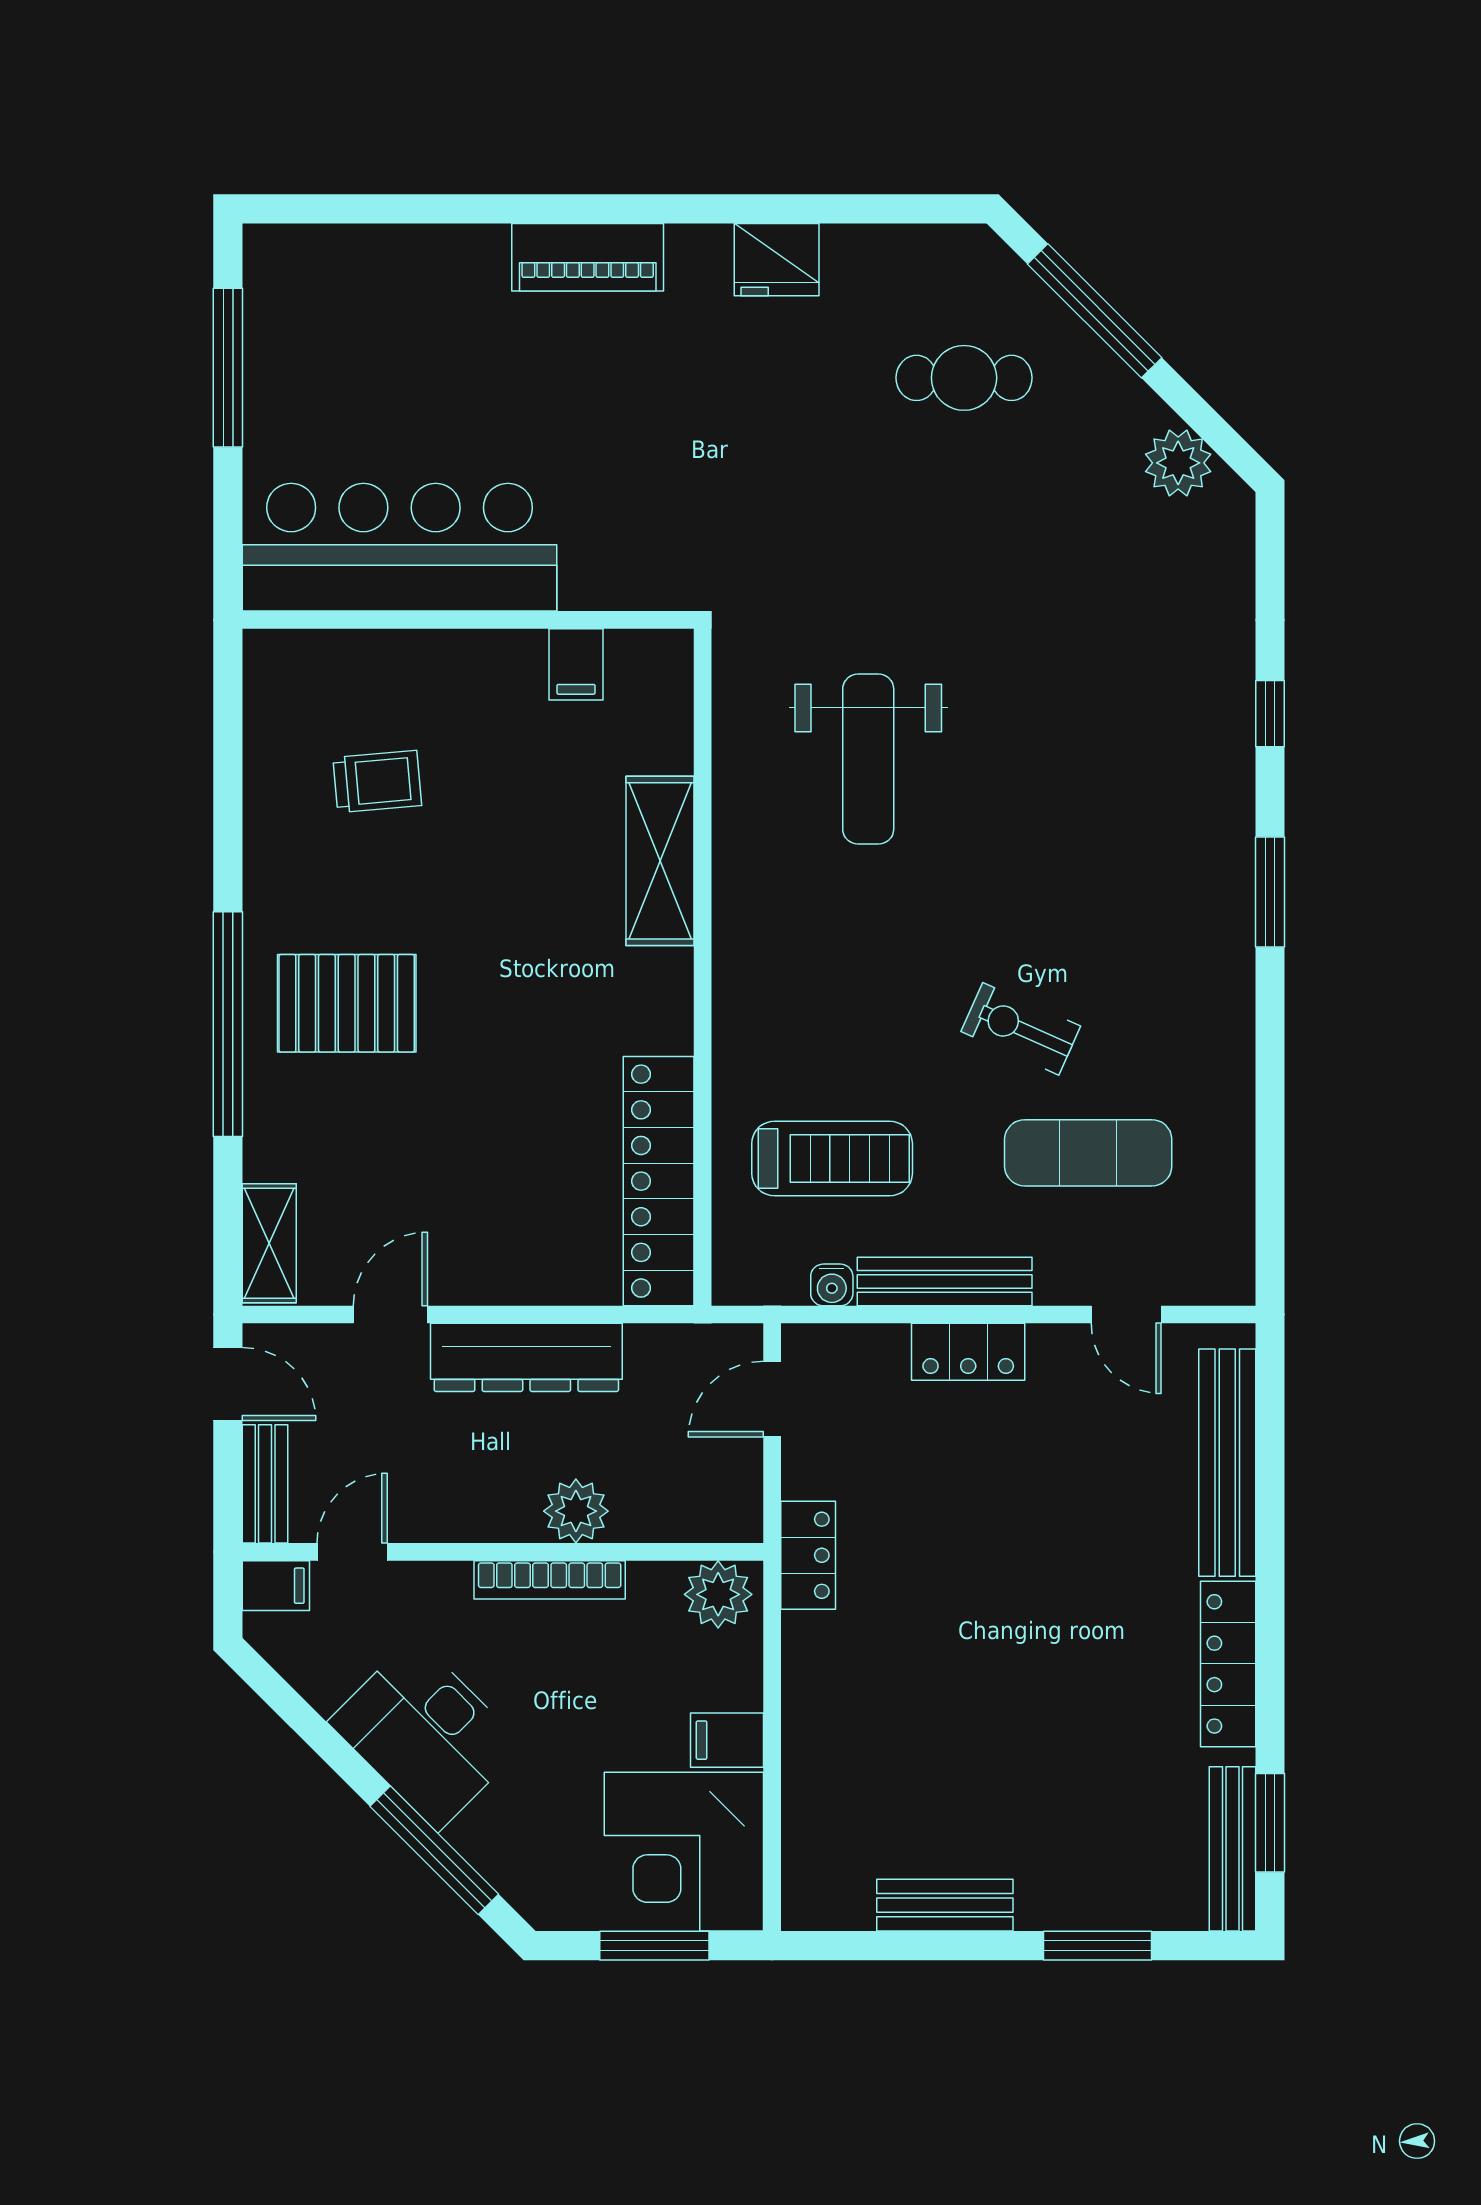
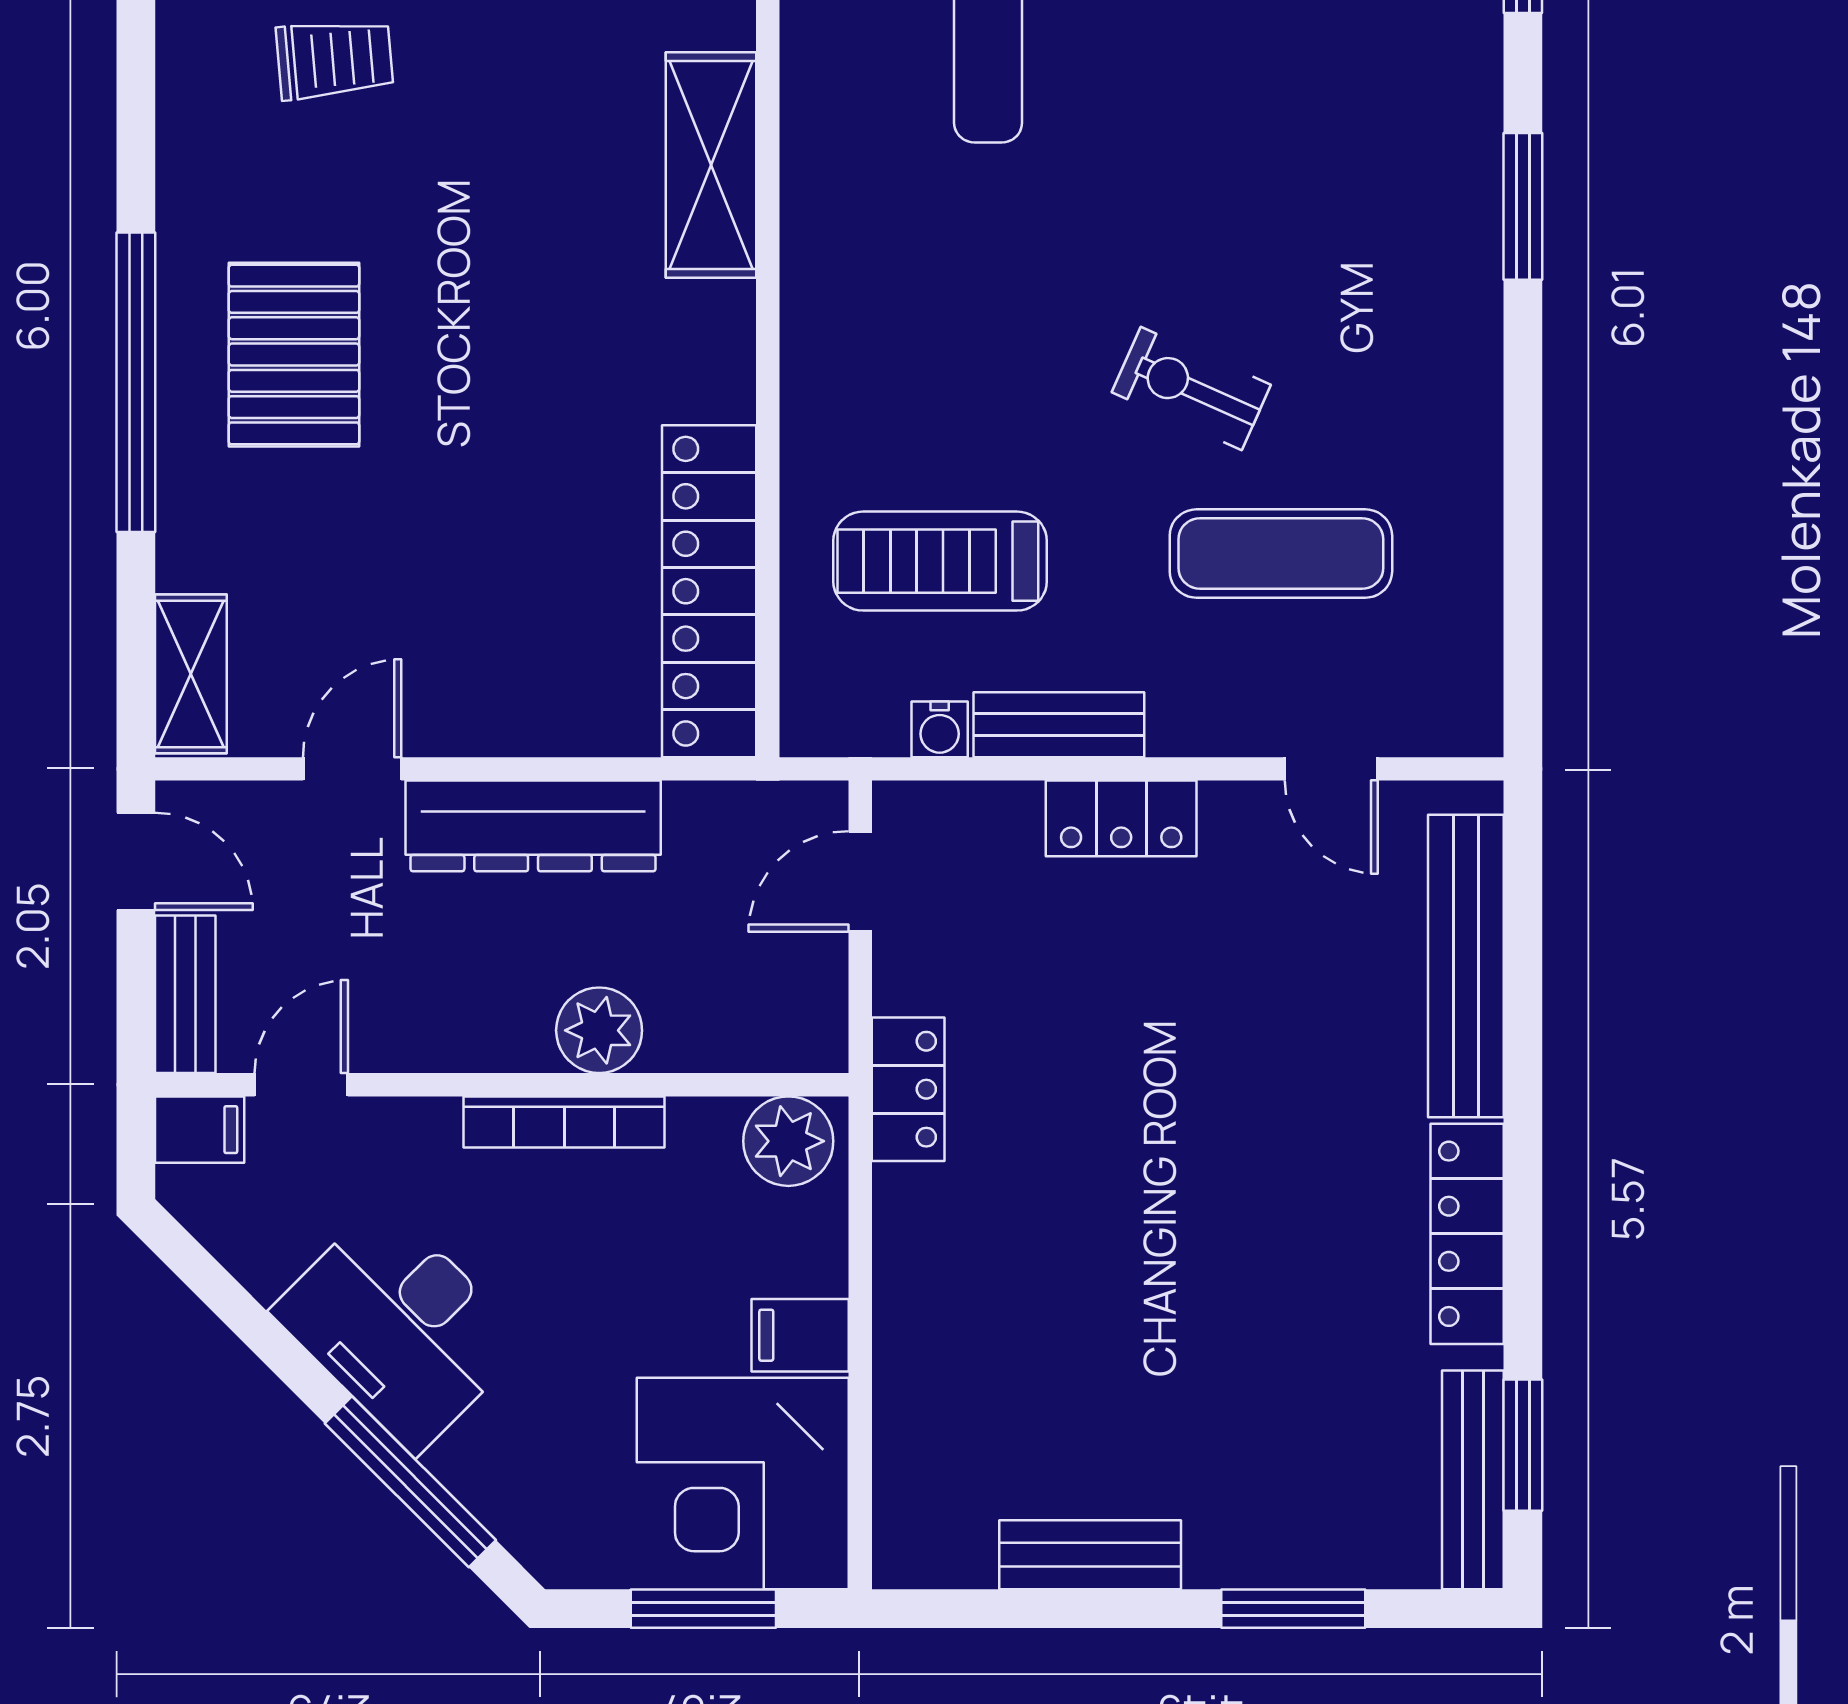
pallet: (347, 1003) -> (294, 355), turned 90
treadmill: (832, 1158) -> (940, 561), turned 180
bench: (945, 1281) -> (1059, 725), width x0.73

